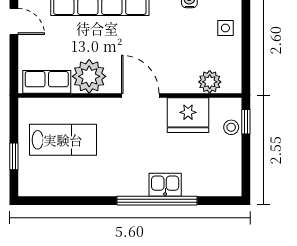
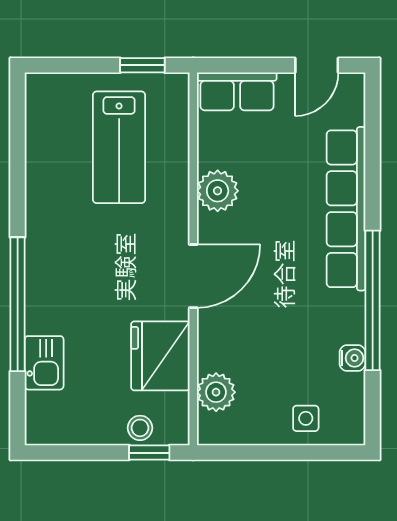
plant: (89, 76) -> (218, 191), width x0.73, depth x0.73
row of seats: (47, 82) -> (237, 91), moved, turned 90
window: (14, 156) -> (142, 65), moved
kitchen sink: (165, 185) -> (44, 363), moved

